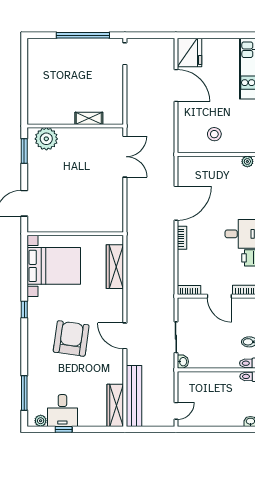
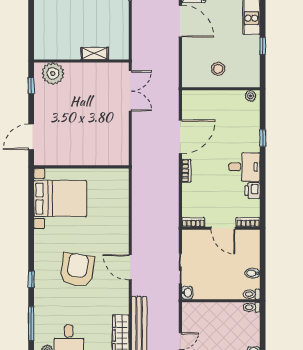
window: (24, 151) -> (31, 85), width x0.67
wardrobe: (115, 267) -> (120, 199), removed
window: (24, 310) -> (31, 279), moved

